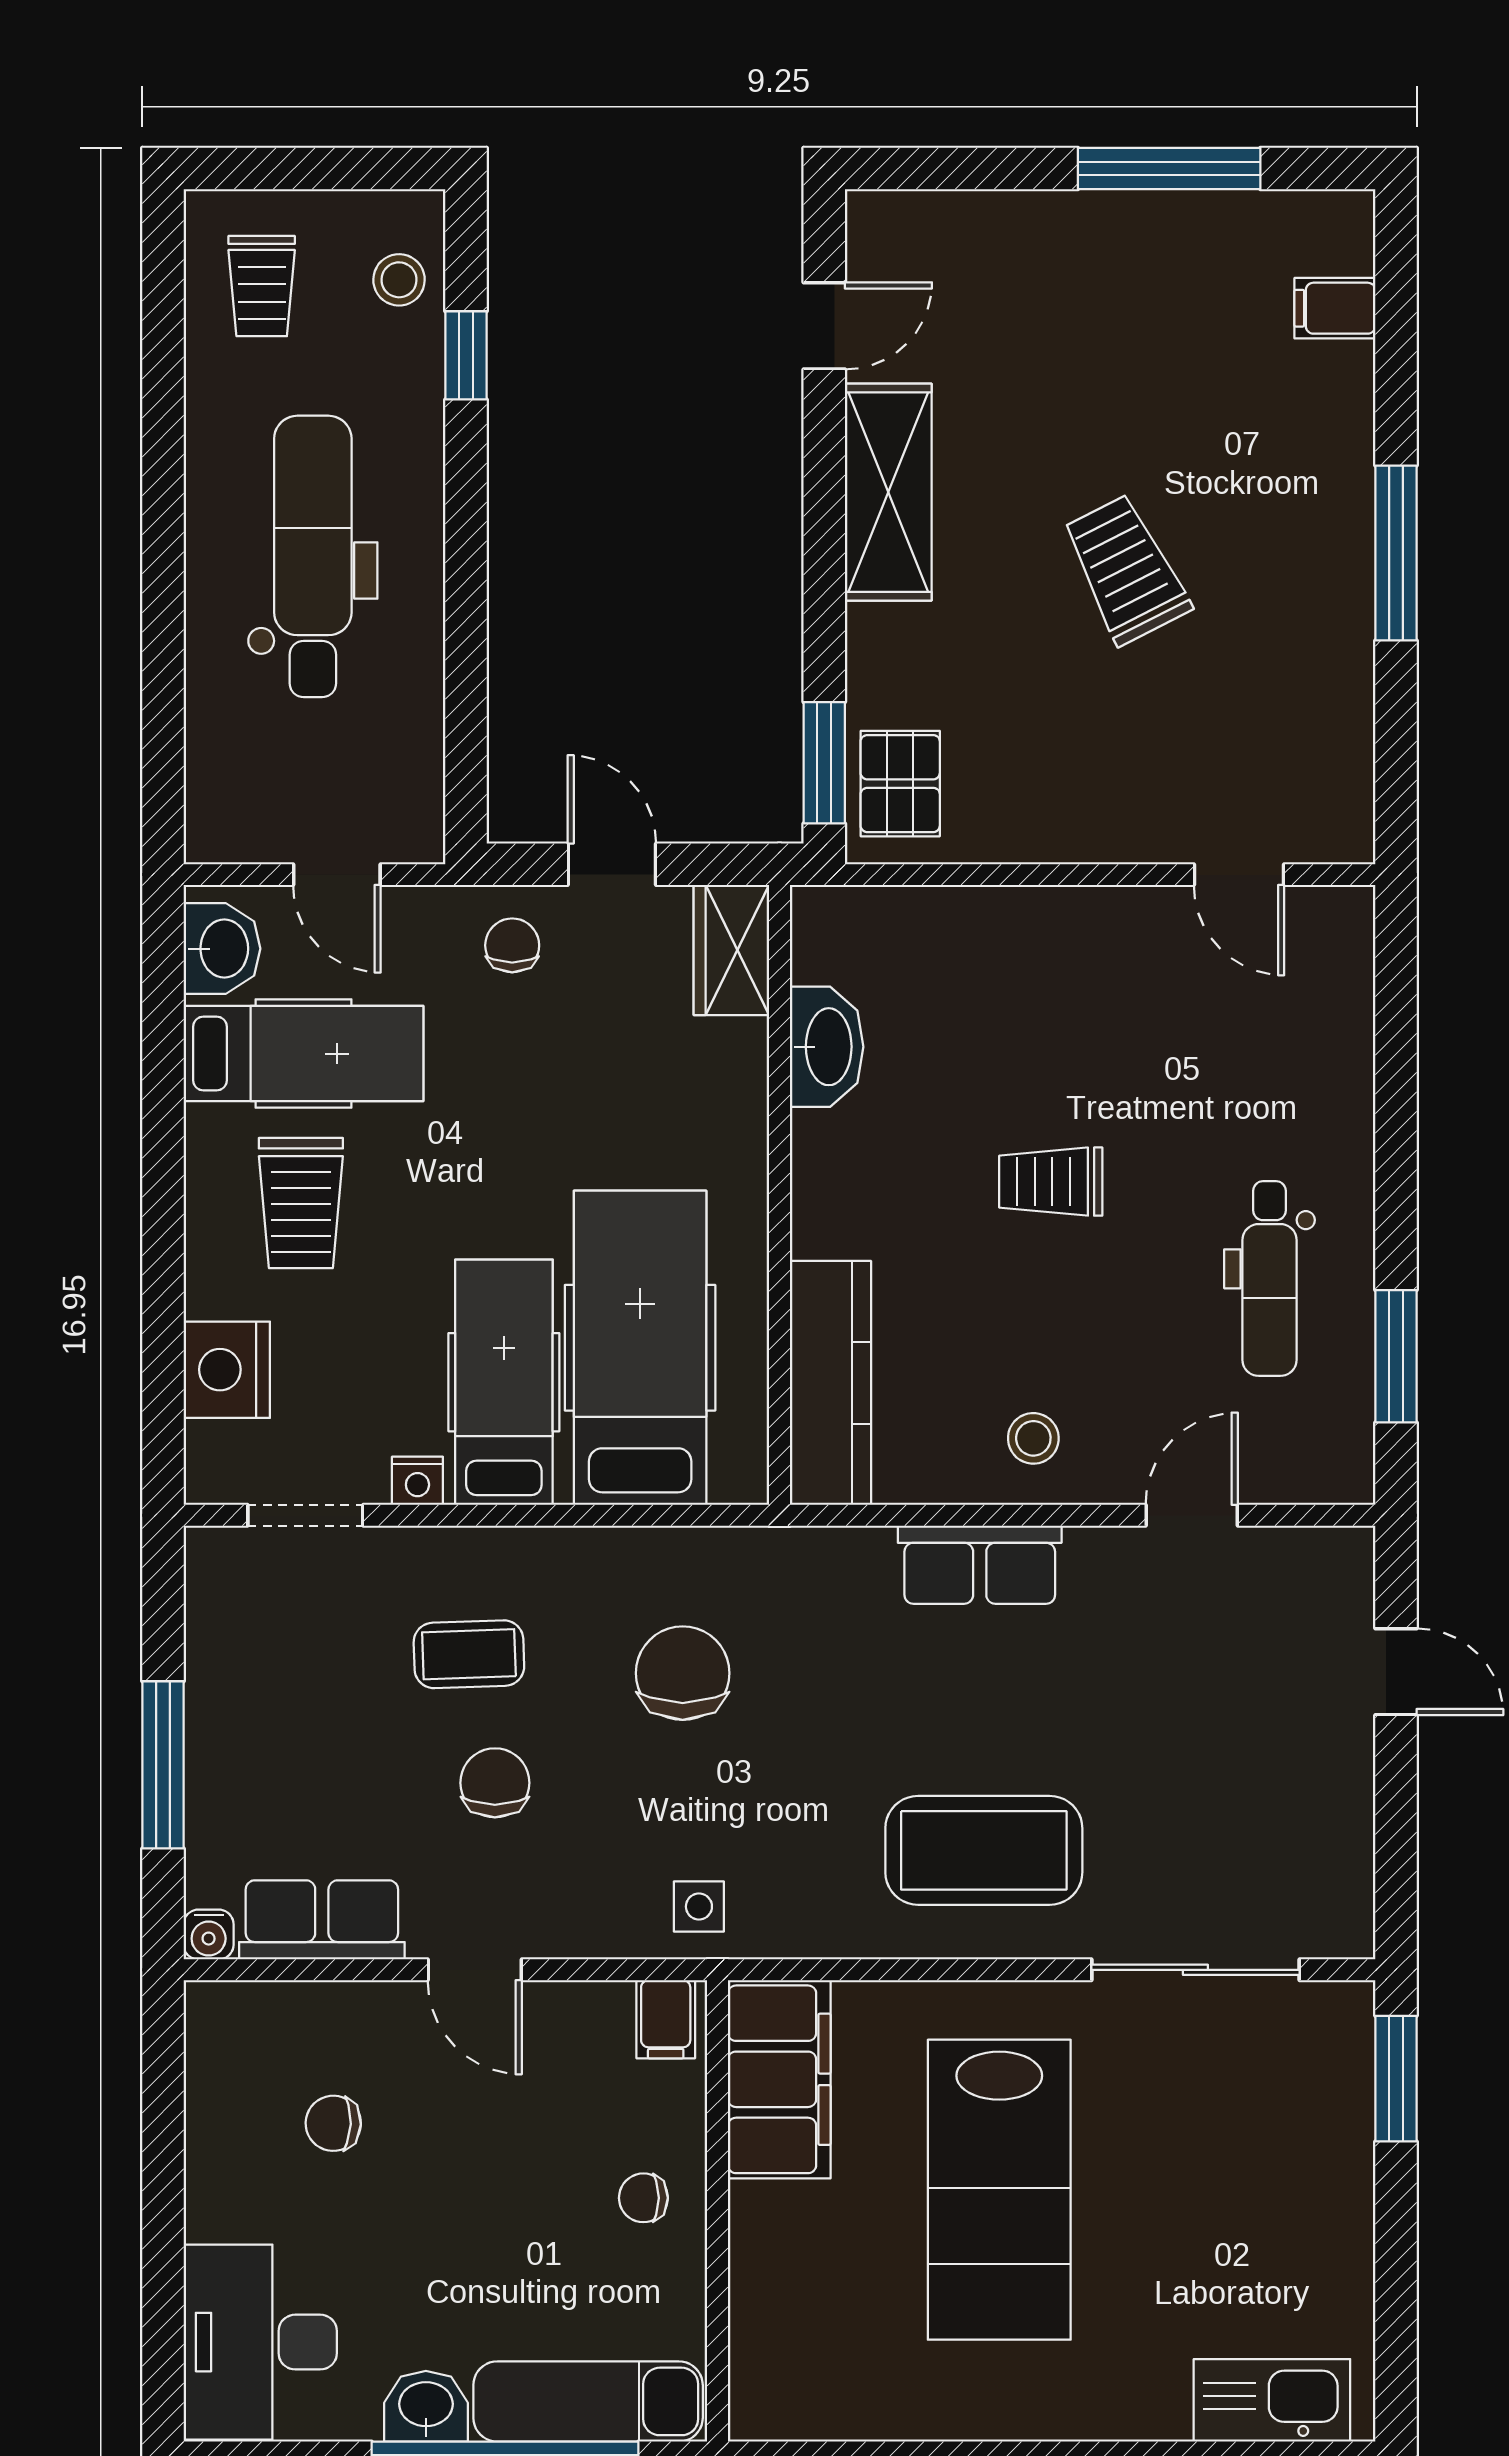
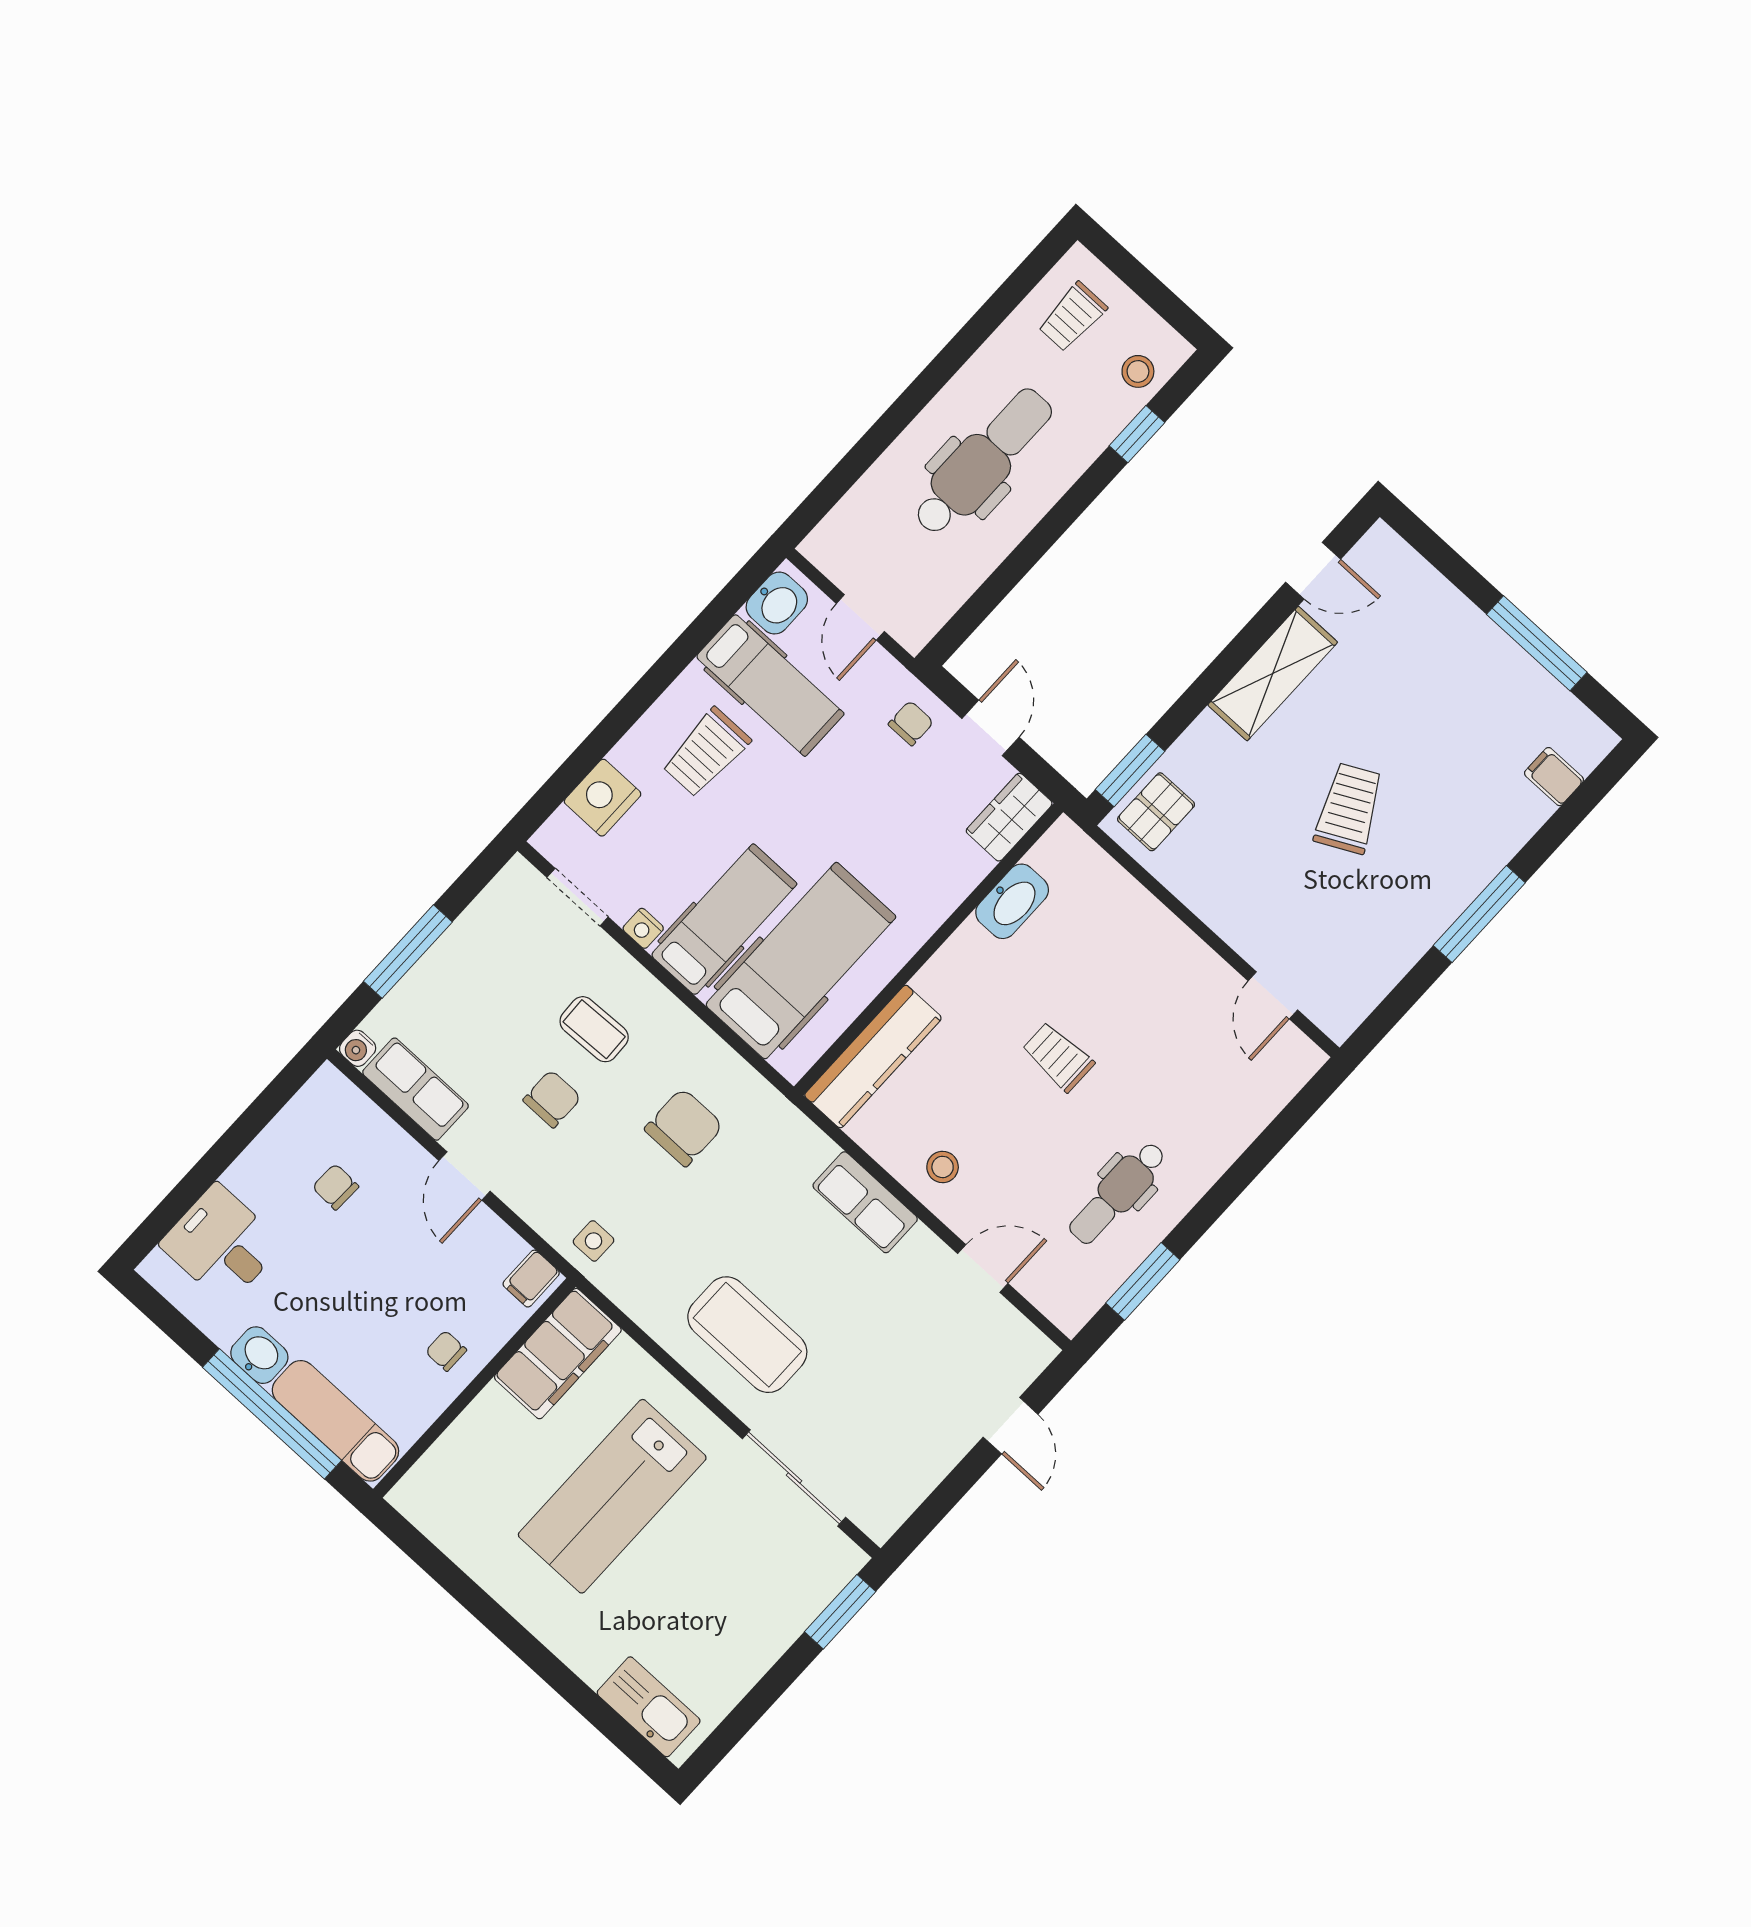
desk: (260, 2342) -> (222, 1244), width x0.73

